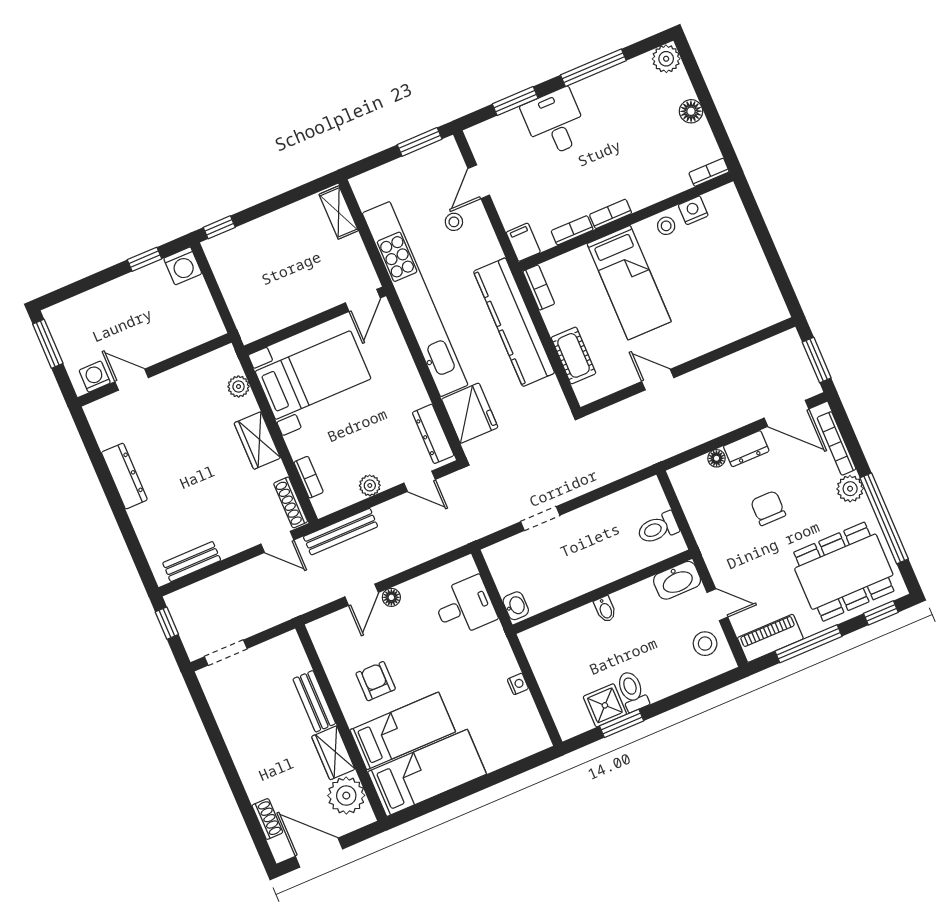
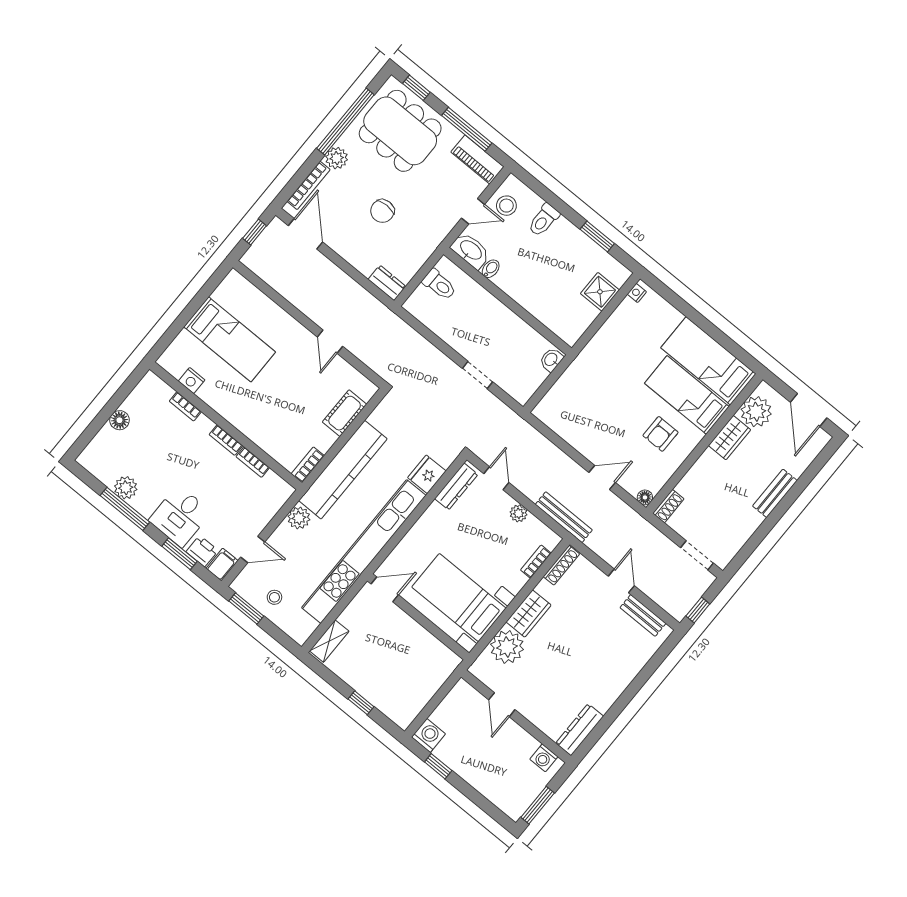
plant: (666, 59) -> (126, 488), moved
printer: (505, 127) -> (202, 551), added
bookcase: (709, 172) -> (185, 406), moved
stool: (454, 222) -> (274, 597), moved
stool: (666, 226) -> (213, 395), removed
window: (219, 227) -> (361, 703), moved
filing cabinet: (523, 242) -> (222, 565), moved, turned 180
plant: (487, 248) -> (299, 518), added
bed: (629, 283) -> (230, 339), moved, turned 90
window: (817, 360) -> (255, 232), width x0.67
door: (132, 380) -> (502, 705), moved
plant: (239, 387) -> (507, 647), width x1.87, depth x1.87
fridge: (470, 413) -> (427, 474), width x0.73, depth x0.75
dresser: (746, 449) -> (387, 283), moved
floor lamp: (716, 458) -> (365, 268), removed
dresser: (124, 476) -> (580, 730), moved
door: (277, 542) -> (621, 581), moved
floor lamp: (391, 597) -> (645, 497), moved
door: (717, 605) -> (473, 211), swing flipped
desk: (465, 606) -> (571, 397), removed
bidet: (605, 609) -> (491, 269), moved
nightstand: (518, 684) -> (637, 293), moved
toilet: (632, 691) -> (544, 220), moved
bench: (314, 701) -> (775, 493), moved
shower: (605, 705) -> (600, 292), moved
shoe rack: (267, 819) -> (668, 506), moved, turned 180

